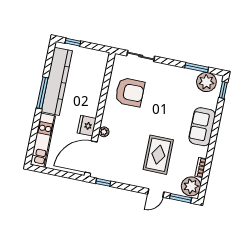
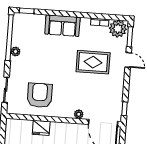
window: (197, 68) -> (9, 38), width x2.11
plant: (206, 82) -> (15, 52), moved, width x0.53, depth x0.53
fridge: (87, 126) -> (41, 128), moved

